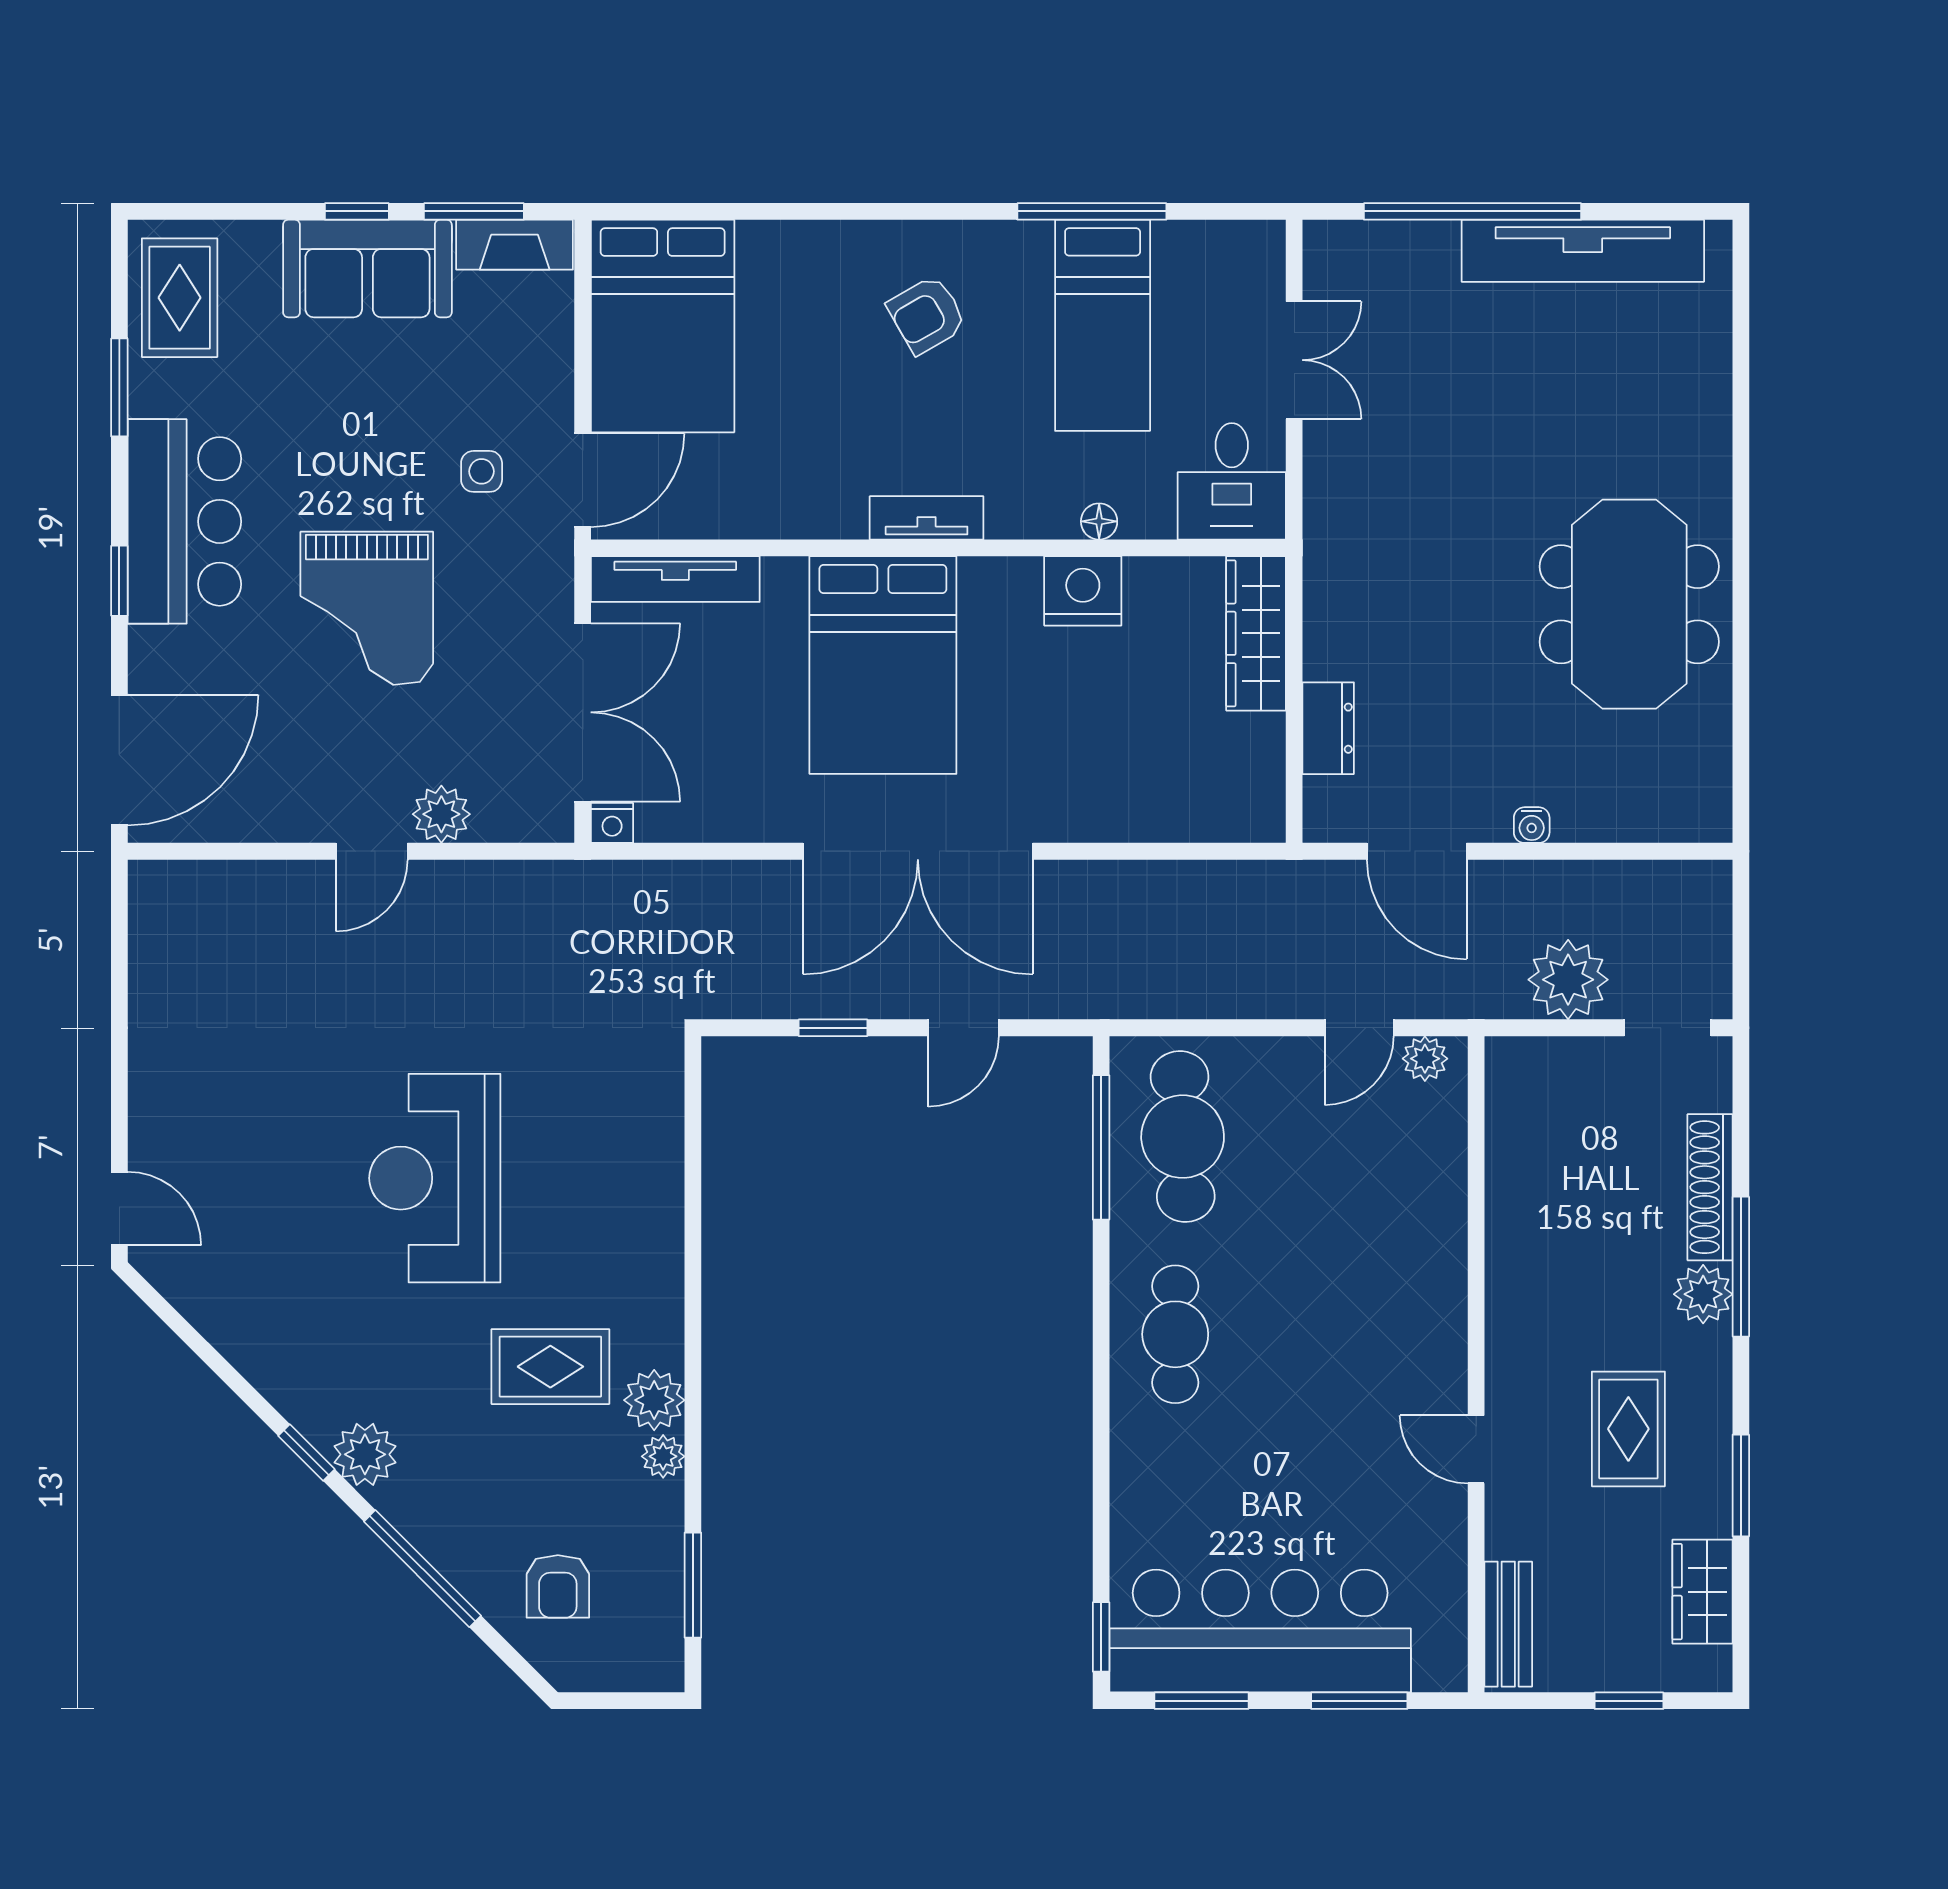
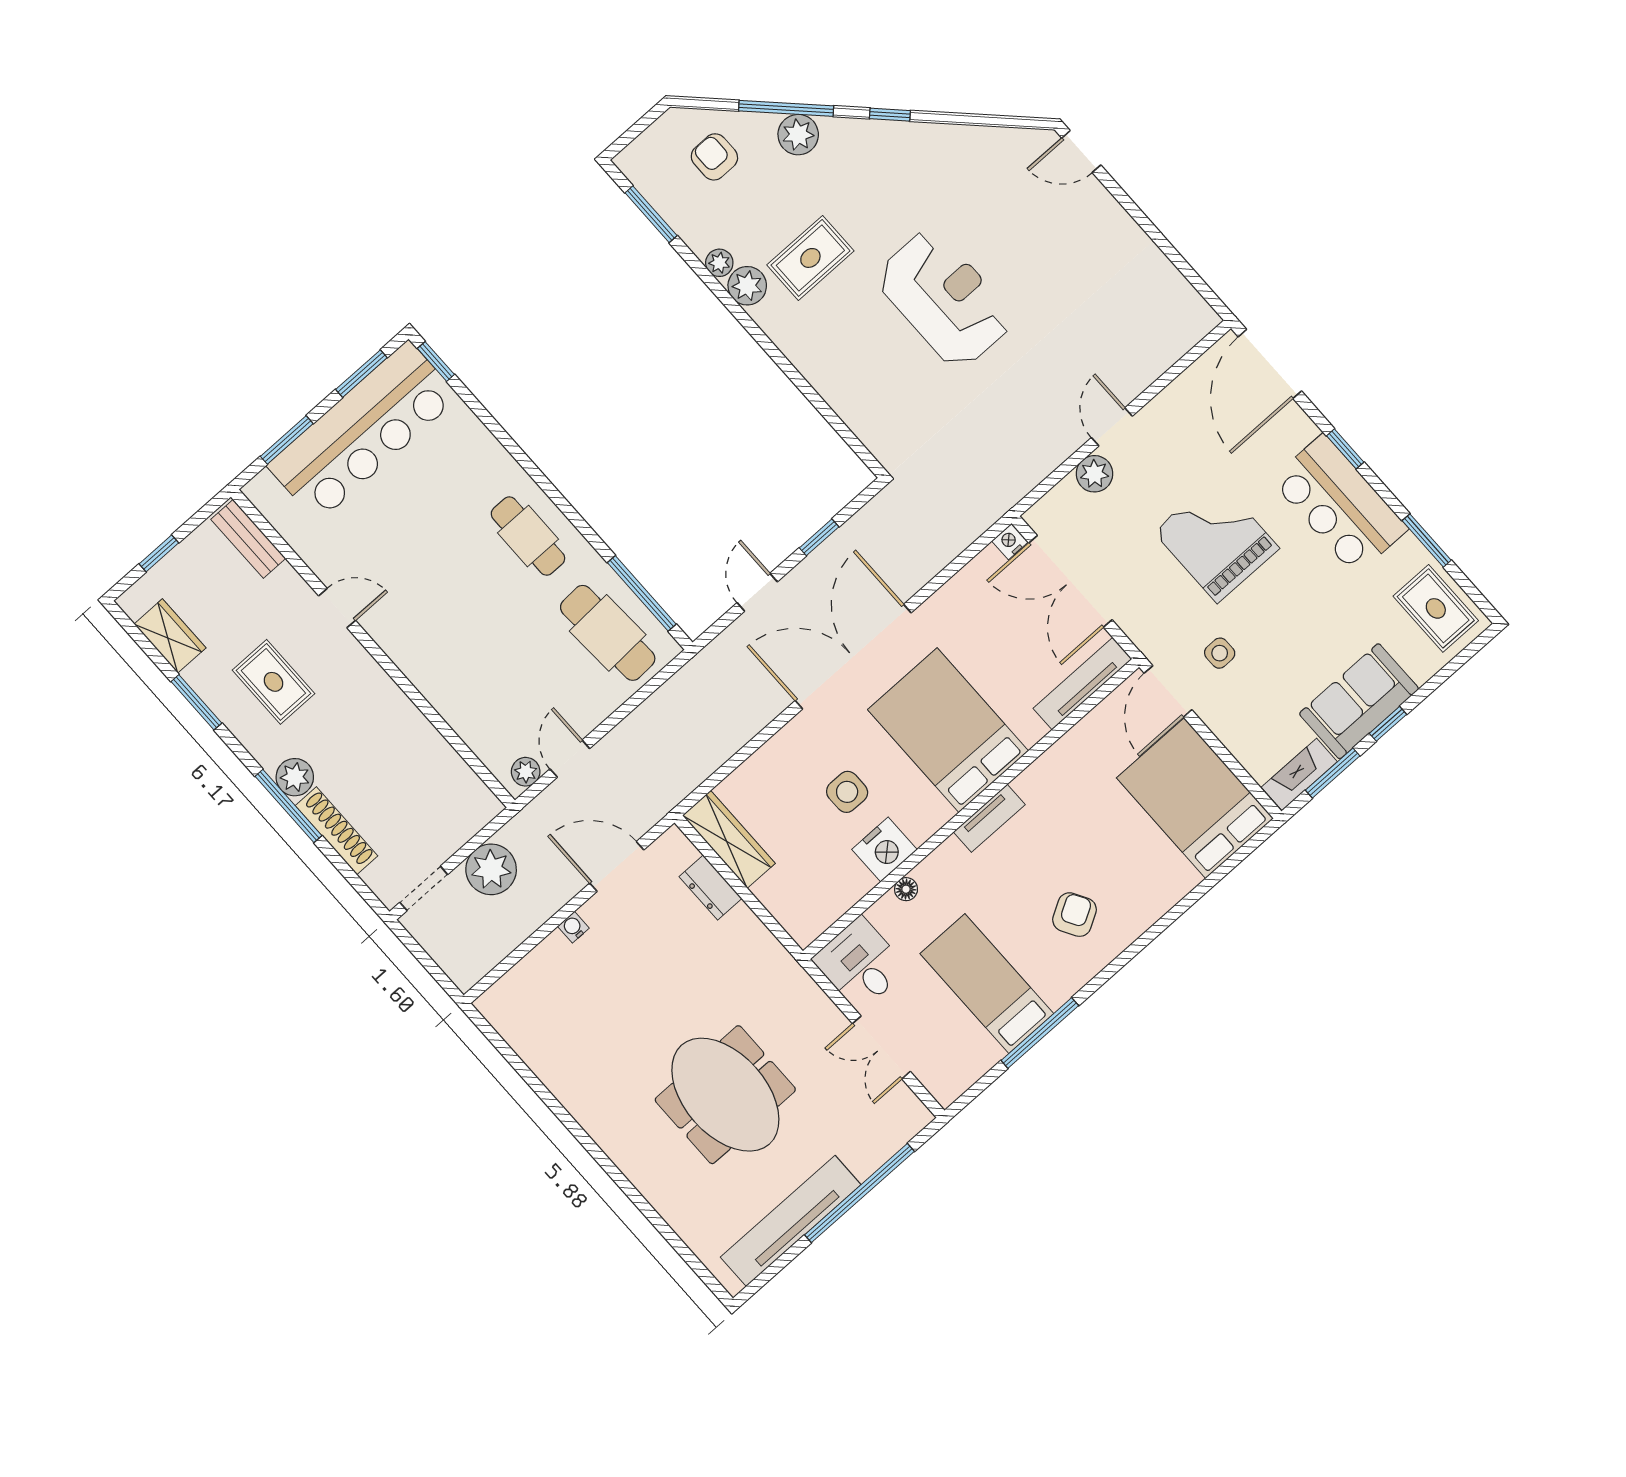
meeting table: (1629, 604) -> (725, 1095), moved
wardrobe: (1256, 633) -> (729, 839), moved
side table: (1067, 698) -> (847, 792), added
plant: (365, 1454) -> (798, 135), moved

